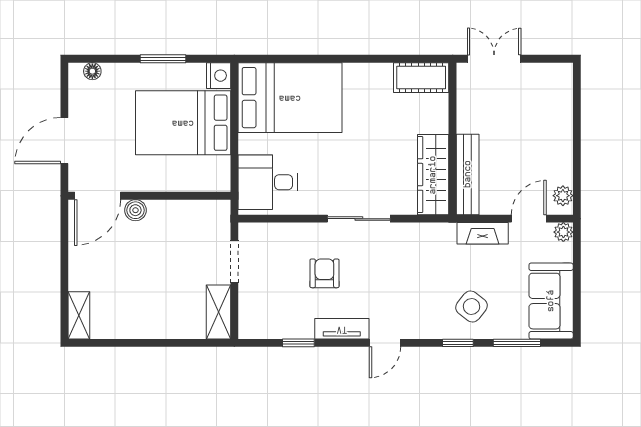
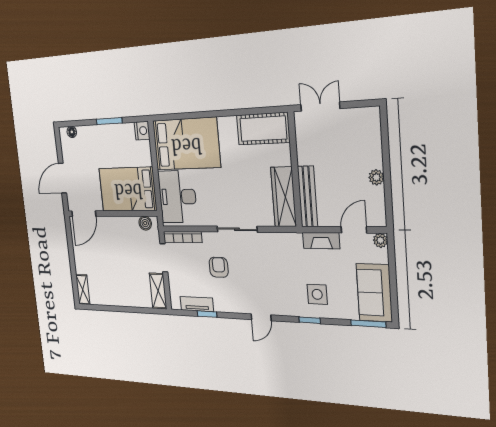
cot: (421, 78) -> (263, 129), width x1.37, depth x1.34
bed: (183, 123) -> (128, 189), moved
desk: (268, 182) -> (178, 197), width x1.37
plant: (563, 196) -> (376, 177), moved
boiler: (135, 210) -> (145, 223), moved
bookcase: (270, 230) -> (183, 237), added
side table: (471, 306) -> (317, 294), turned -38
tv unit: (342, 329) -> (197, 304), moved
window: (517, 343) -> (368, 324), moved

